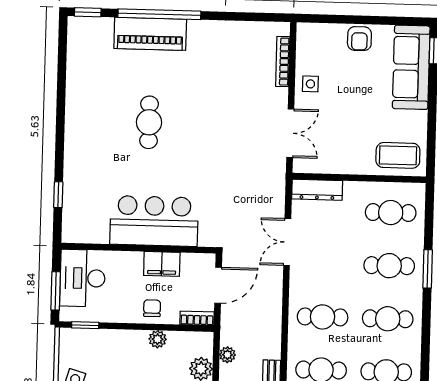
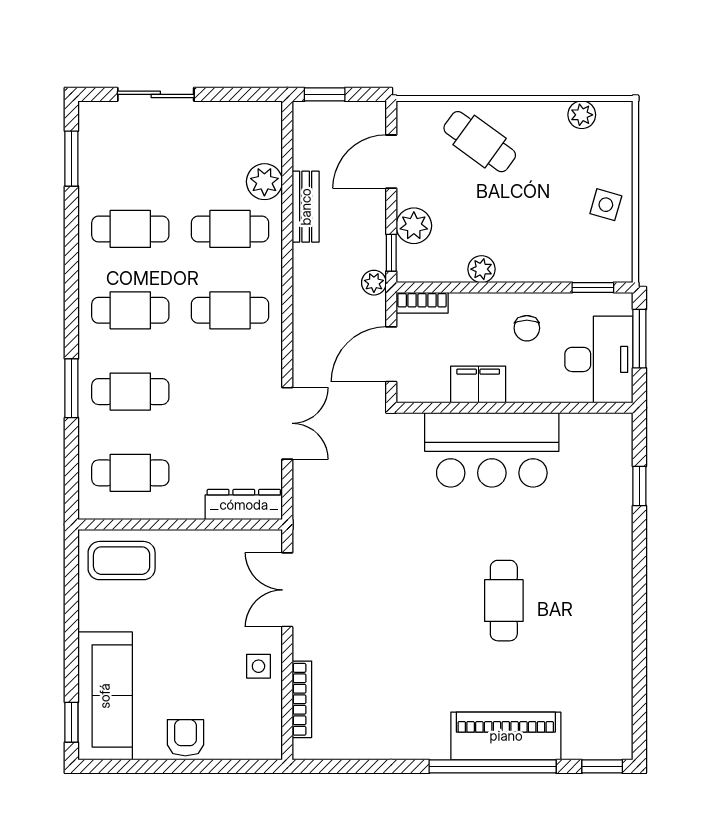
chair: (152, 308) -> (527, 328), moved
window: (216, 352) -> (391, 253), added
plant: (227, 355) -> (374, 283), moved

